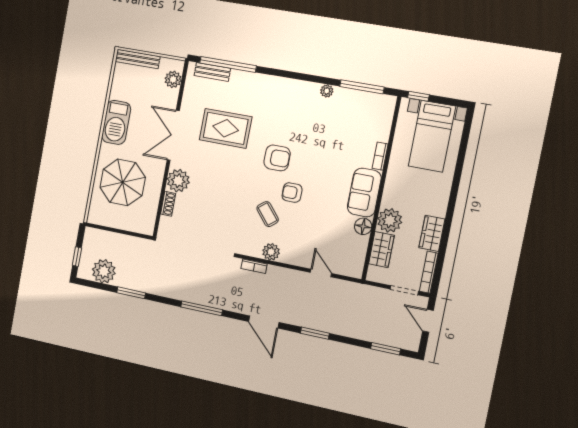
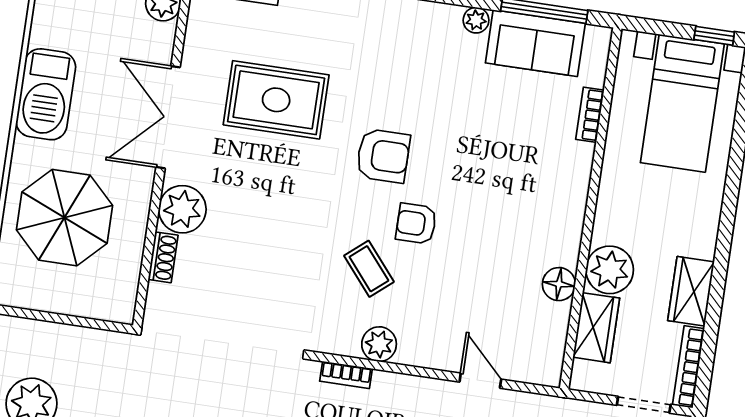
window: (418, 96) -> (714, 36), moved
bookcase: (380, 156) -> (590, 115), moved
sofa: (364, 193) -> (535, 43), moved, turned -90

